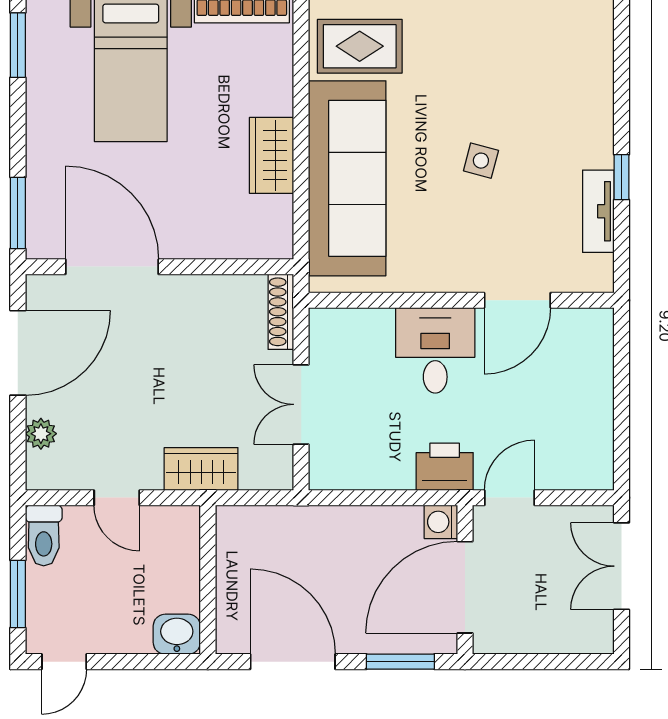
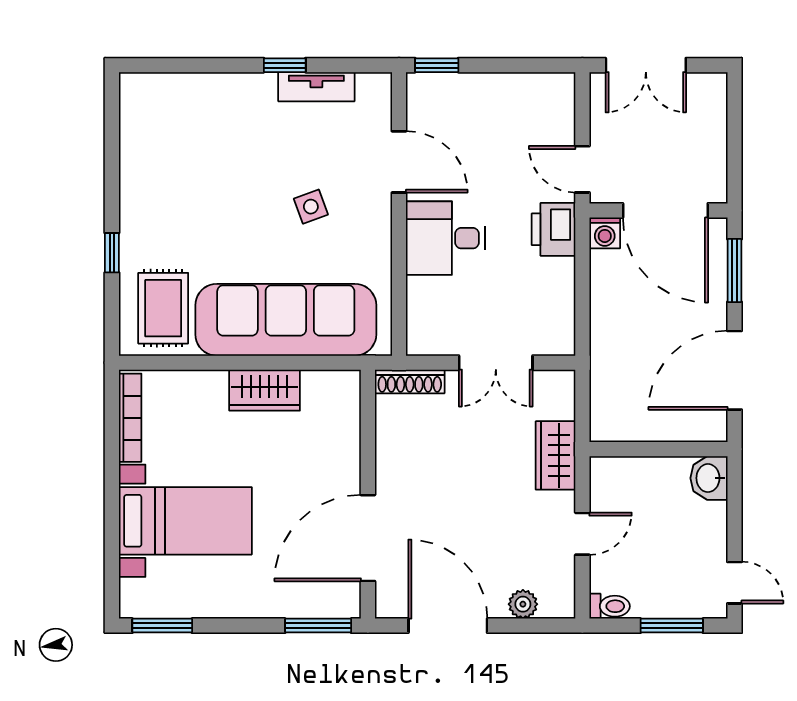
side table: (481, 161) -> (311, 207), moved, turned -35
window: (621, 341) -> (437, 65), added
toilet: (44, 535) -> (610, 606), width x0.73, depth x0.72

